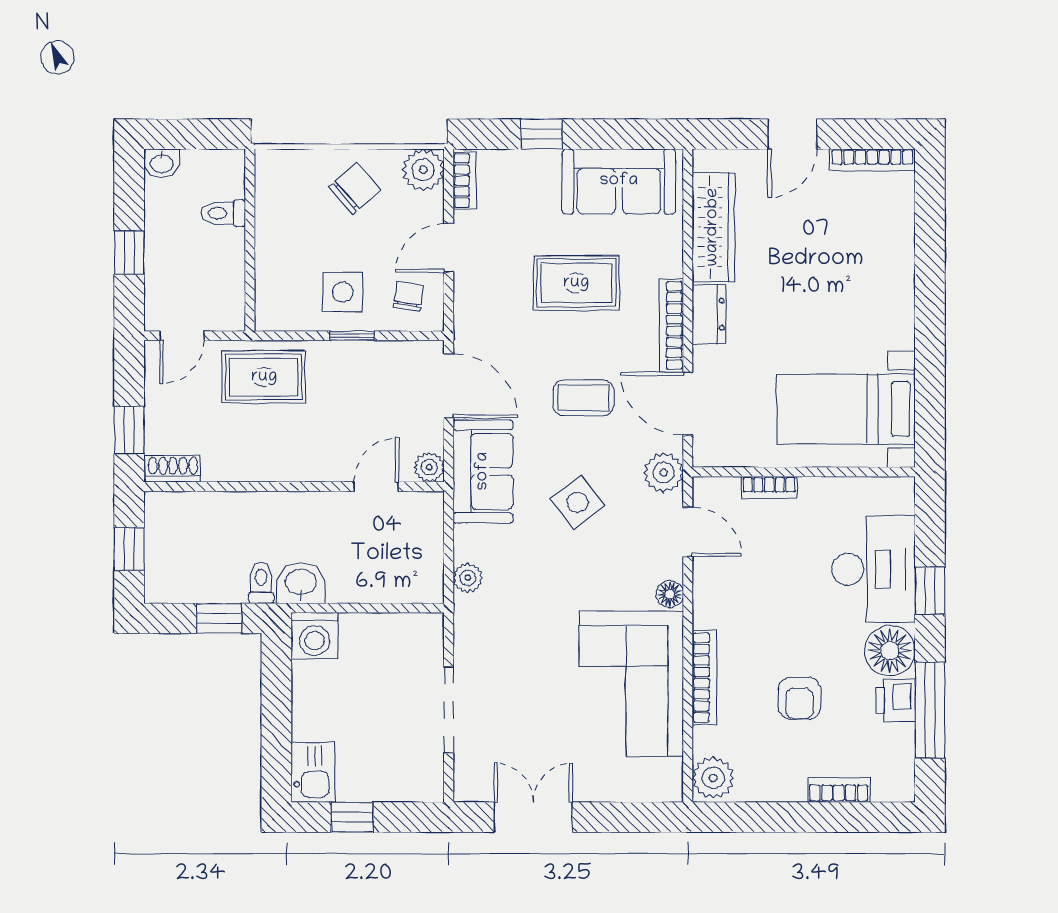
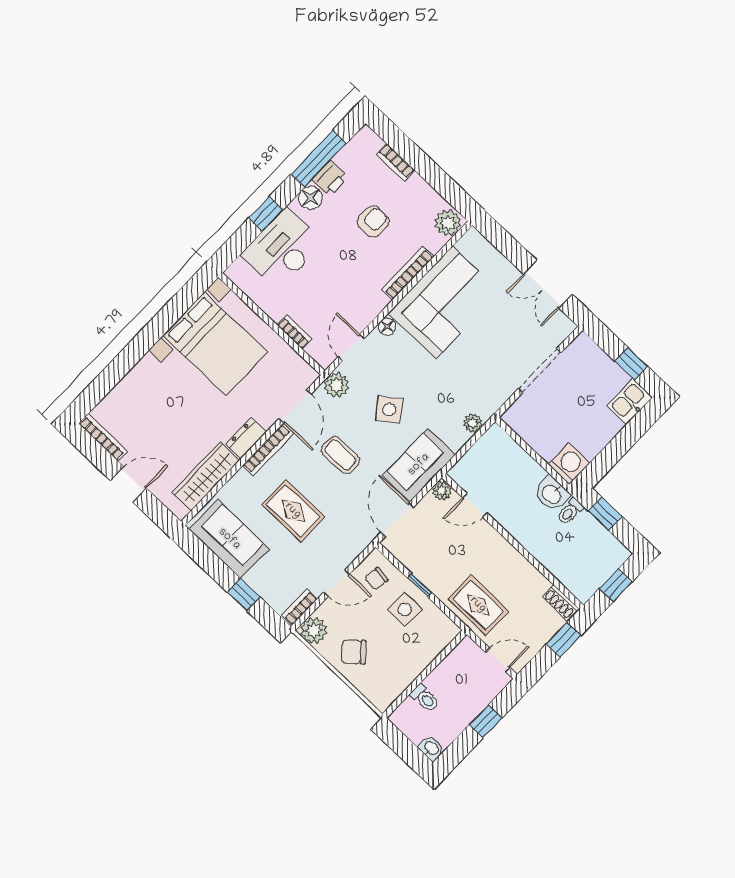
bed with nightstands: (846, 409) -> (215, 344), width x1.36
floor lamp: (890, 651) -> (310, 198), width x0.73, depth x0.73

